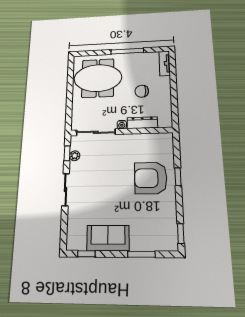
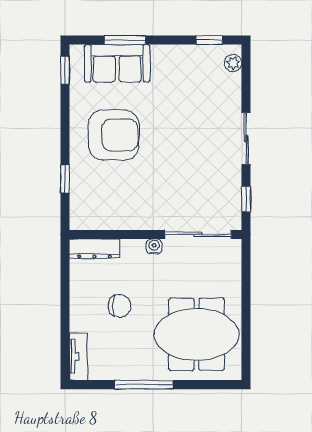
dresser: (142, 123) -> (94, 249), moved
plant: (75, 156) -> (233, 63), moved
window: (178, 177) -> (65, 179), moved
armchair: (151, 178) -> (114, 135), moved
sofa: (108, 238) -> (117, 63), moved

